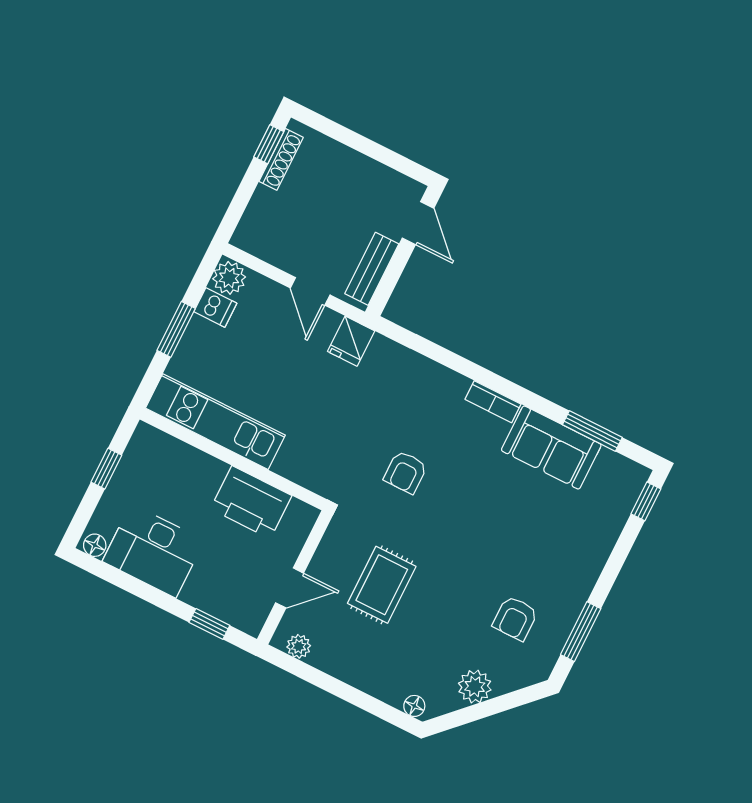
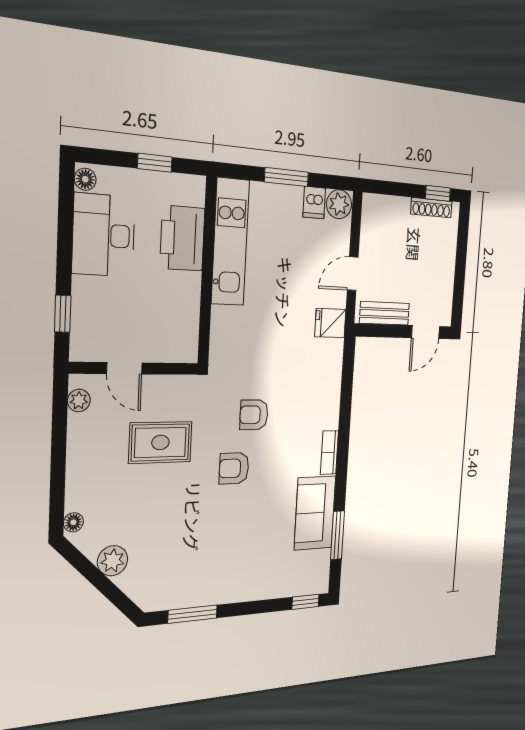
printer: (251, 502) -> (183, 238), moved
armchair: (515, 618) -> (234, 468), moved

